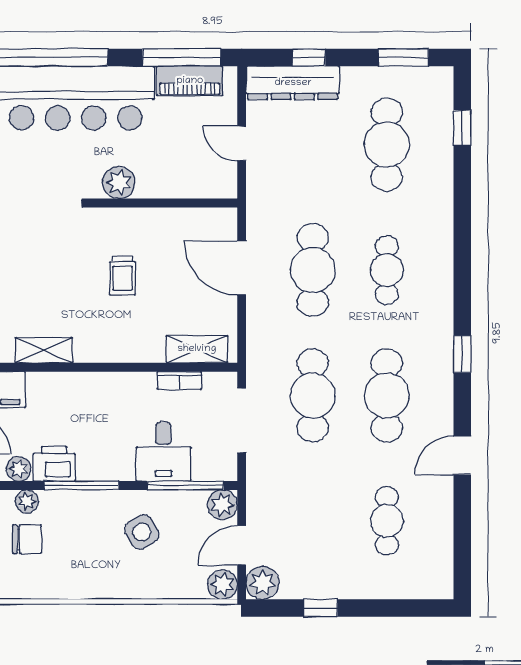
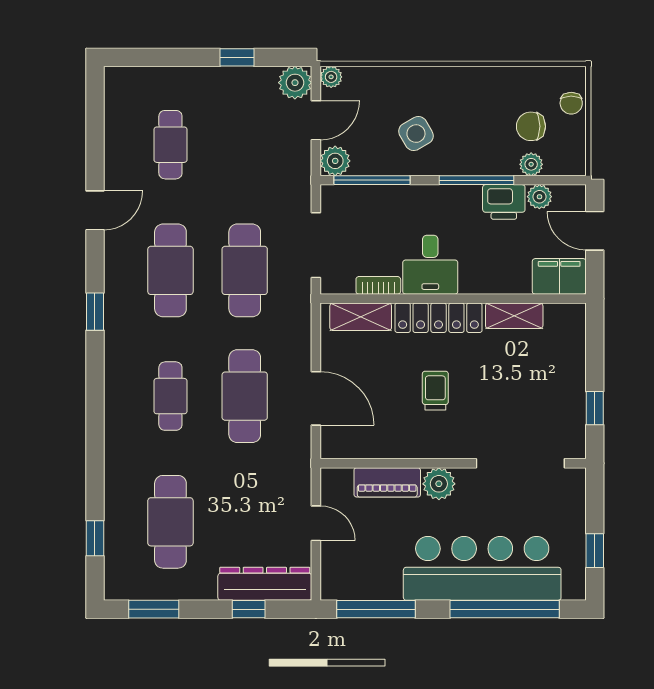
piano: (190, 81) -> (387, 482), moved, turned 180
locker: (119, 348) -> (439, 318), added
desk: (163, 452) -> (430, 265), moved, turned 180
plant: (222, 584) -> (331, 77), width x0.73, depth x0.73

